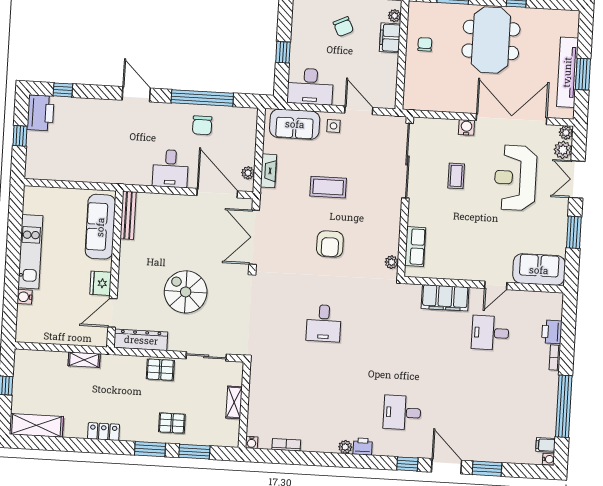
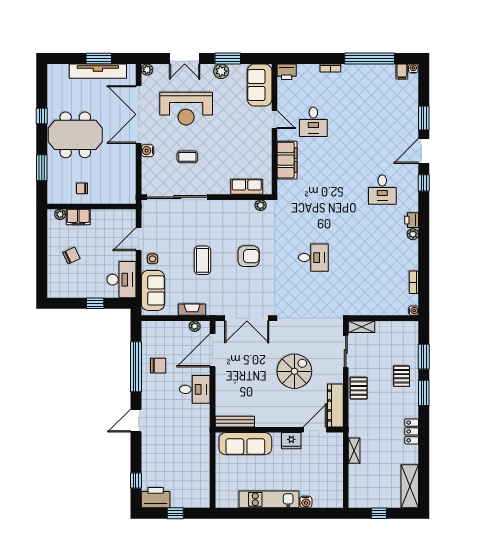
plant: (563, 150) -> (221, 71), moved
spiral stairs: (186, 292) -> (294, 371), turned 180
door: (112, 313) -> (315, 430), swing flipped
printer: (552, 332) -> (287, 72), moved
shelving: (234, 402) -> (362, 327), moved

